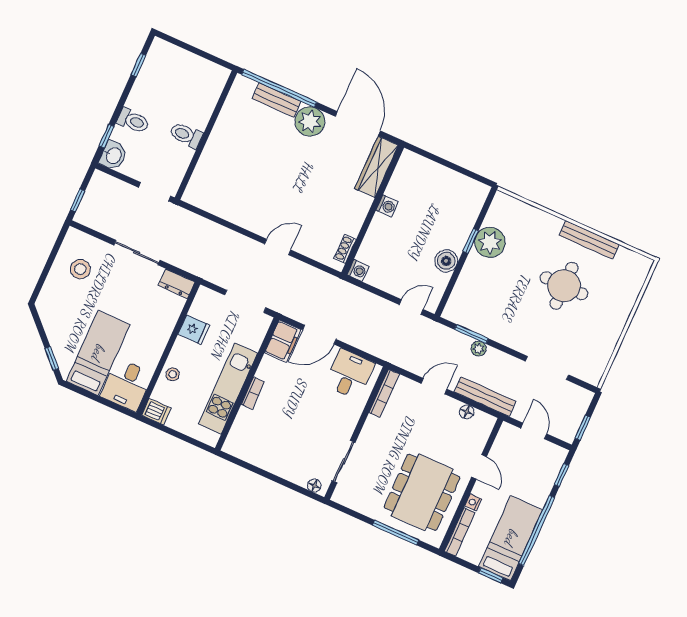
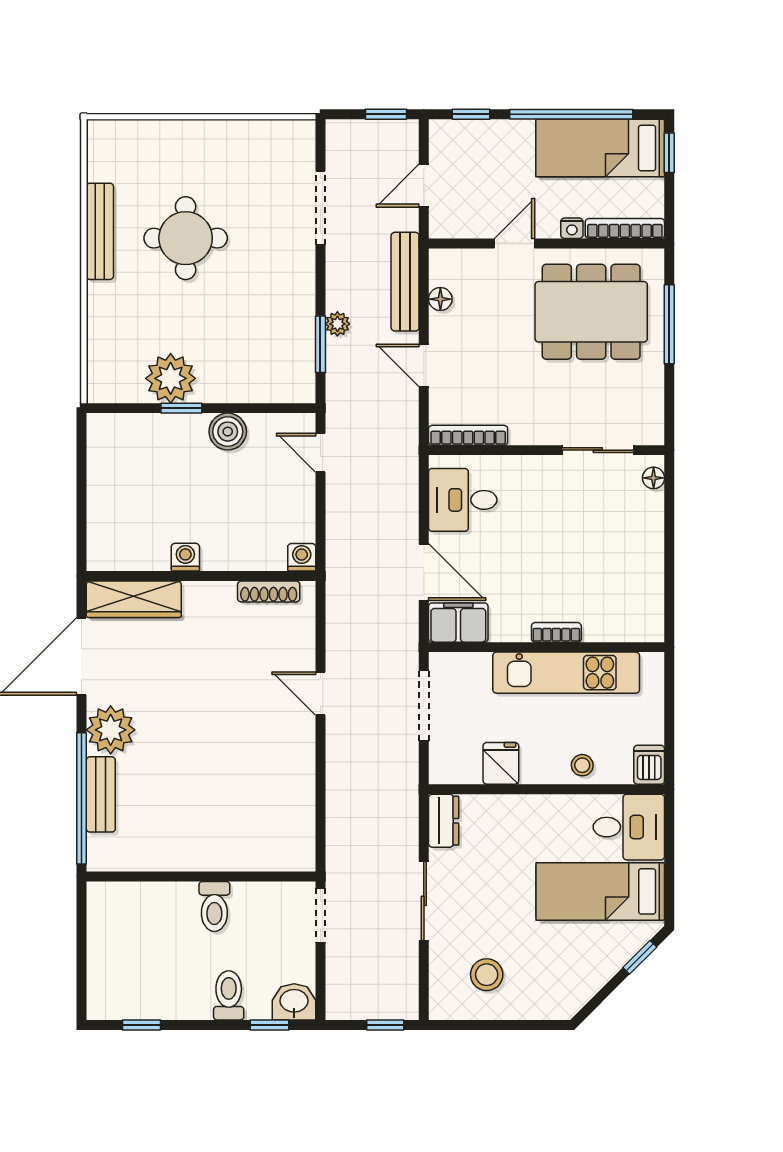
shoe rack: (345, 249) -> (269, 591), width x1.43

